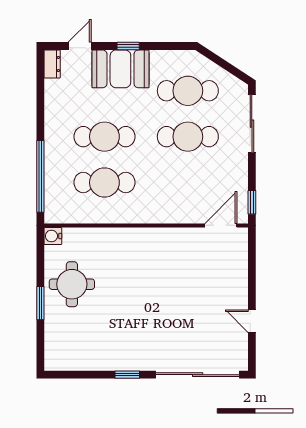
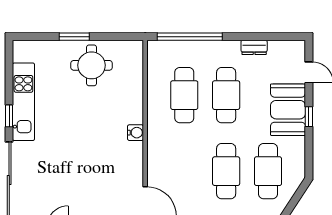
dresser: (52, 64) -> (254, 47), moved
water cooler: (53, 236) -> (135, 133), moved, turned 90
kitchen unit: (112, 359) -> (23, 102), added

